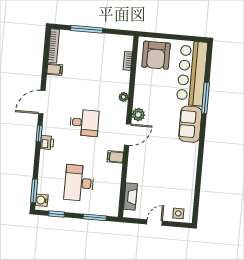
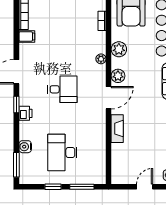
plant: (141, 89) -> (119, 49), added
filing cabinet: (115, 157) -> (98, 122), removed
fireplace: (130, 197) -> (117, 129), moved
water cooler: (42, 200) -> (25, 147), moved
window: (57, 214) -> (53, 187), moved

